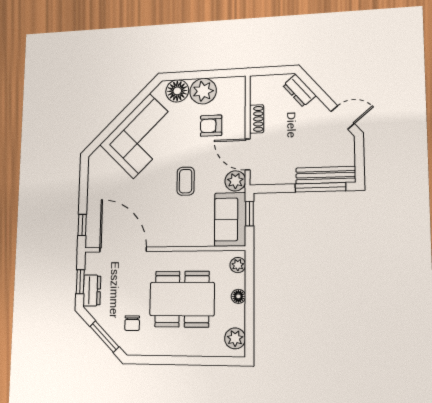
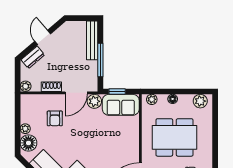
plant: (257, 83) -> (26, 86), added
plant: (203, 91) -> (25, 129), width x0.53, depth x0.53
door: (343, 117) -> (43, 37), moved
coffee table: (186, 181) -> (93, 136), removed
window: (320, 187) -> (100, 60), moved
dining table: (182, 299) -> (174, 137), turned 90

